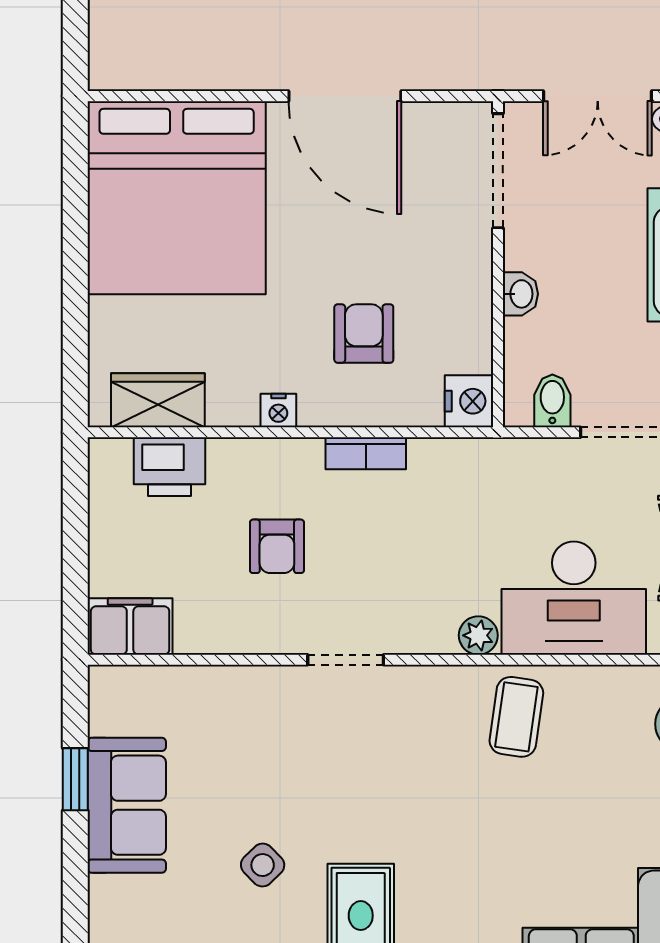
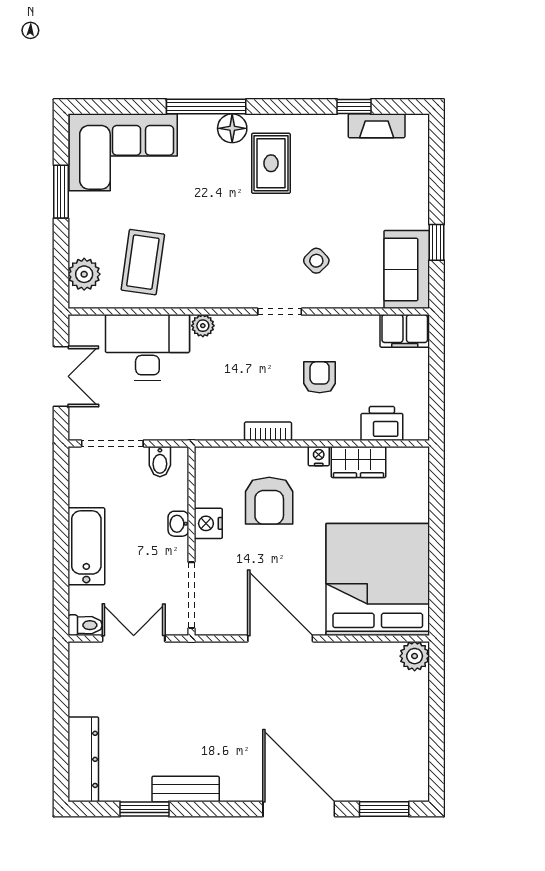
plant: (113, 66) -> (415, 656), added
armchair: (364, 334) -> (269, 501), width x1.38, depth x1.38
wardrobe: (158, 400) -> (358, 462), moved
nightstand: (469, 401) -> (208, 523), moved
coffee table: (516, 717) -> (143, 262), moved, width x1.36, depth x1.30
sofa: (127, 805) -> (407, 269), moved
side table: (263, 865) -> (316, 261), moved

